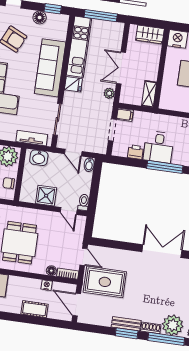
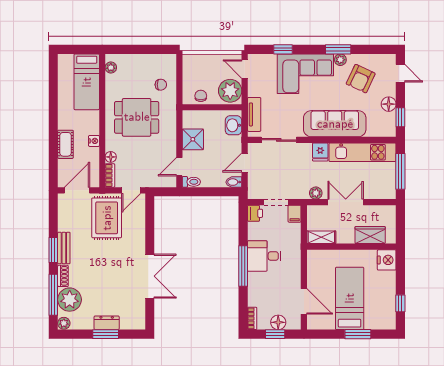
wardrobe: (150, 34) -> (370, 235), moved, turned 90
printer: (135, 152) -> (255, 213), moved
nightstand: (47, 285) -> (94, 141), moved

